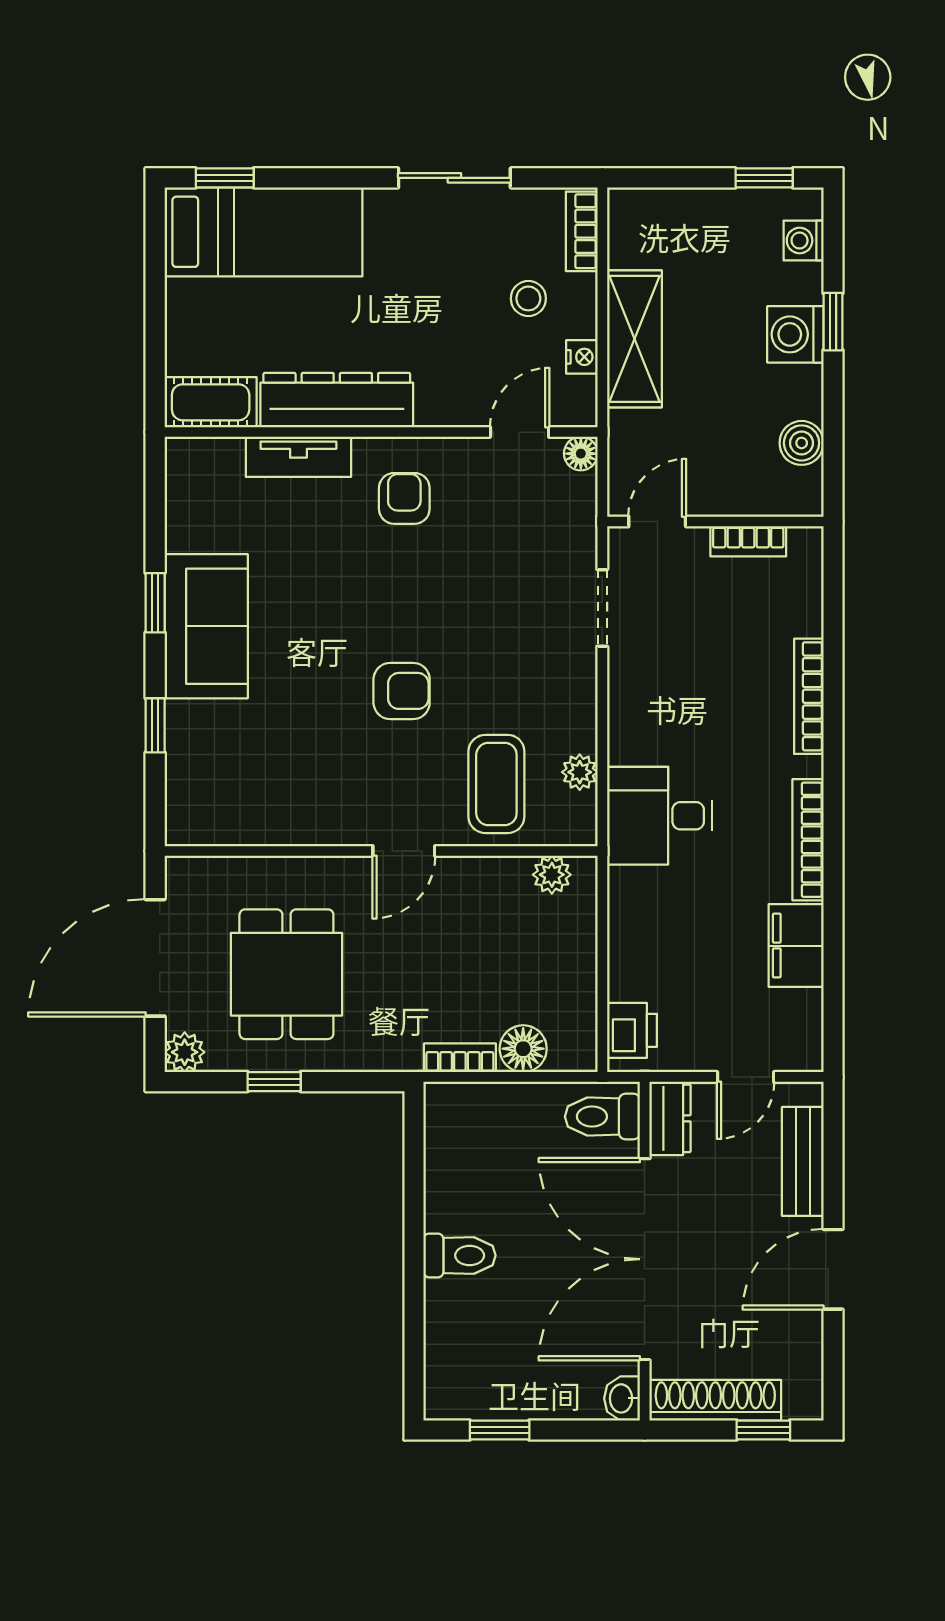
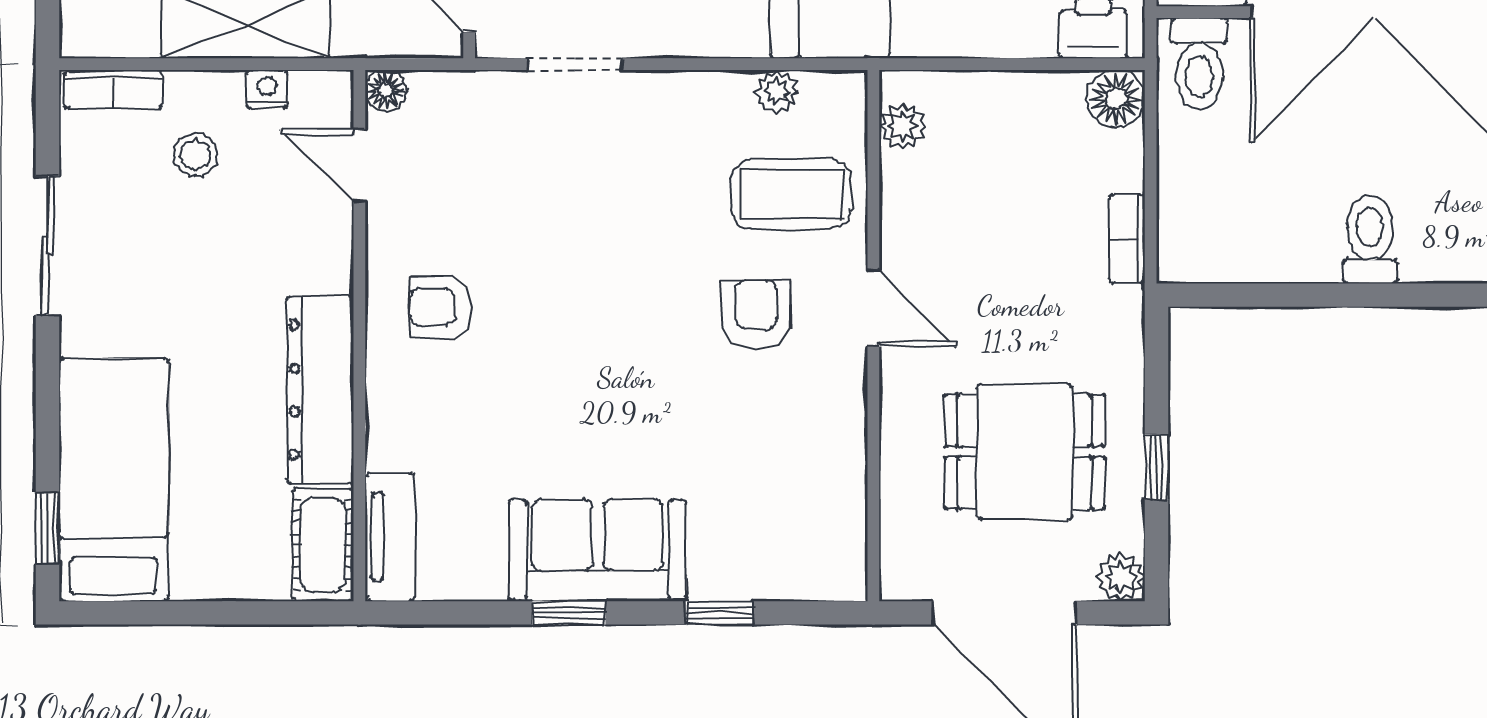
tv unit: (298, 457) -> (390, 537), moved
armchair: (402, 691) -> (756, 314), moved
floor lamp: (523, 1049) -> (1116, 99), moved

